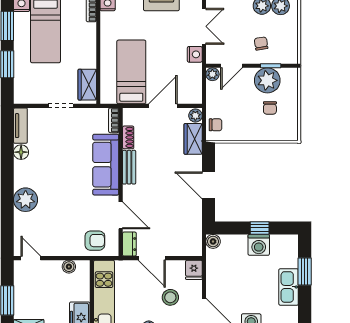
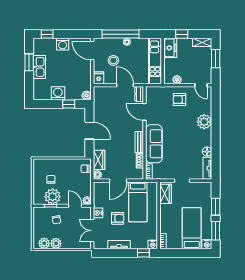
armchair: (163, 46) -> (118, 218), added
door: (231, 66) -> (75, 206), hinge flipped
window: (260, 228) -> (69, 104), moved
armchair: (95, 241) -> (179, 99), moved
window: (305, 272) -> (29, 62), moved

